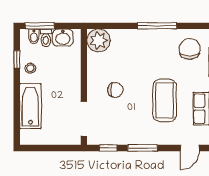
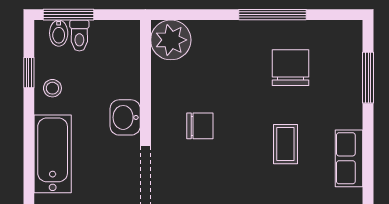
washbasin: (63, 38) -> (125, 117), moved, turned 90
chair: (190, 49) -> (291, 68), moved
coffee table: (165, 100) -> (285, 144), width x0.54, depth x0.58

